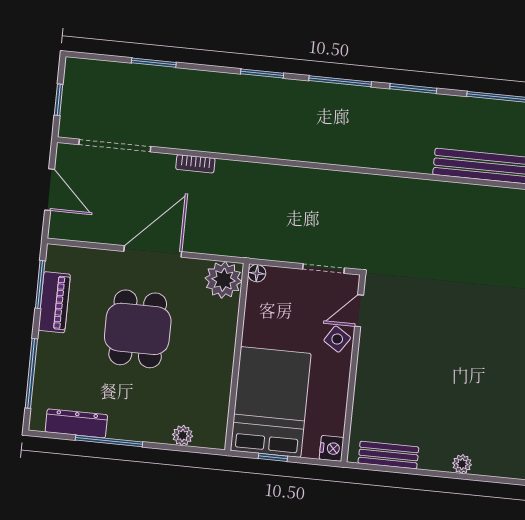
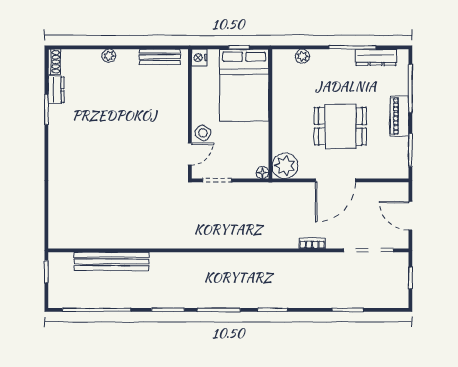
piano: (54, 302) -> (399, 116), moved
dining table: (138, 329) -> (340, 126), turned 90

